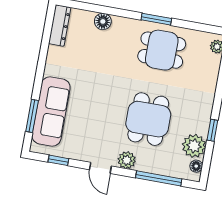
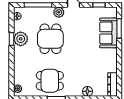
sofa: (51, 111) -> (108, 33), width x0.73
plant: (194, 146) -> (21, 39), moved

